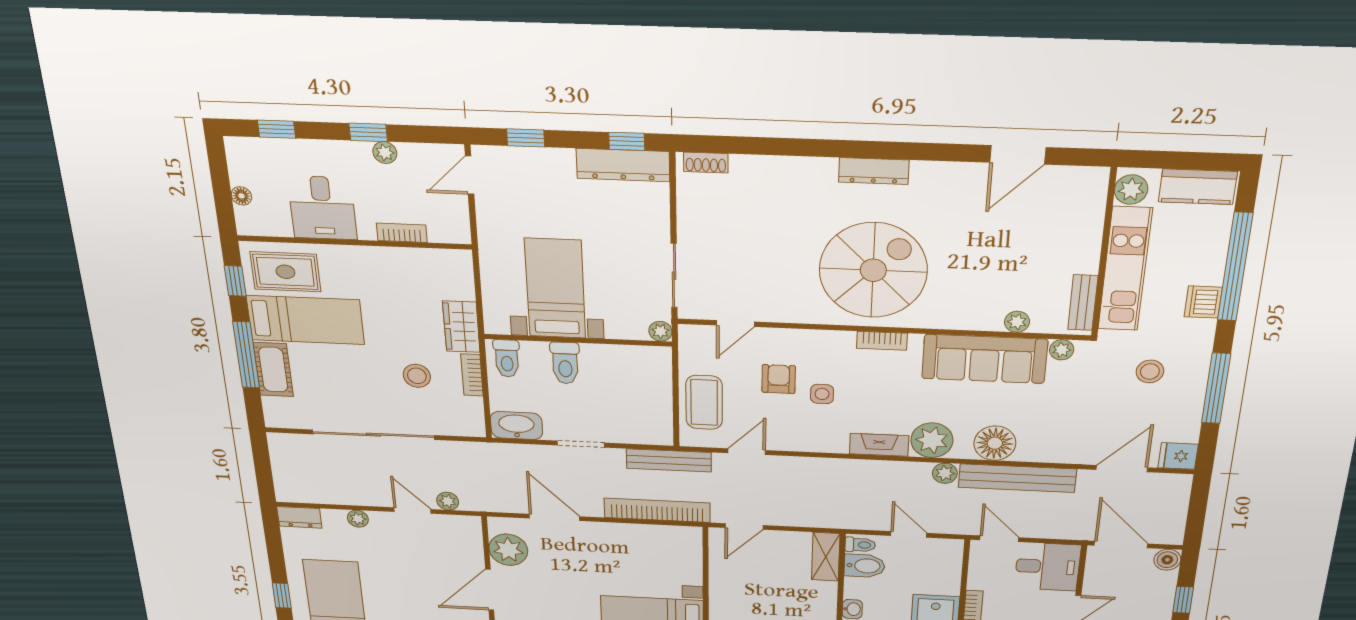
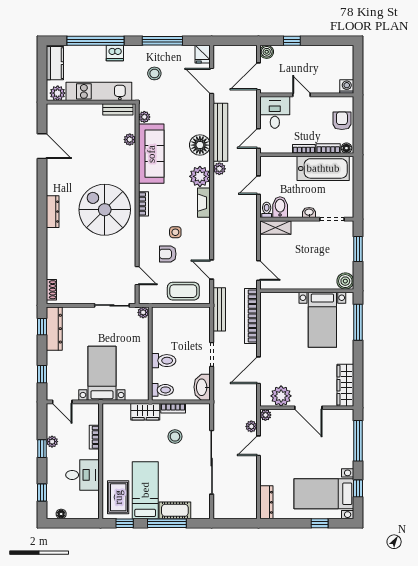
floor lamp: (241, 196) -> (61, 514), moved
bed with nightstands: (555, 289) -> (102, 373), moved, turned 90
dresser: (299, 517) -> (266, 502), width x1.44
plant: (358, 519) -> (265, 415), moved

